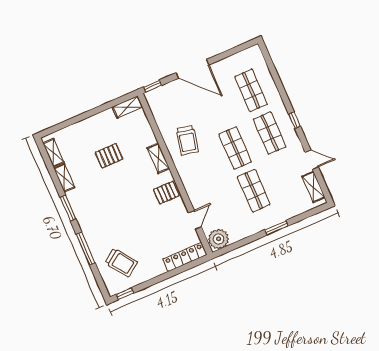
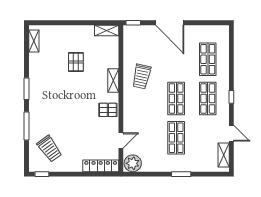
pallet: (109, 156) -> (76, 62), turned 90
shelving: (64, 178) -> (34, 64), removed

